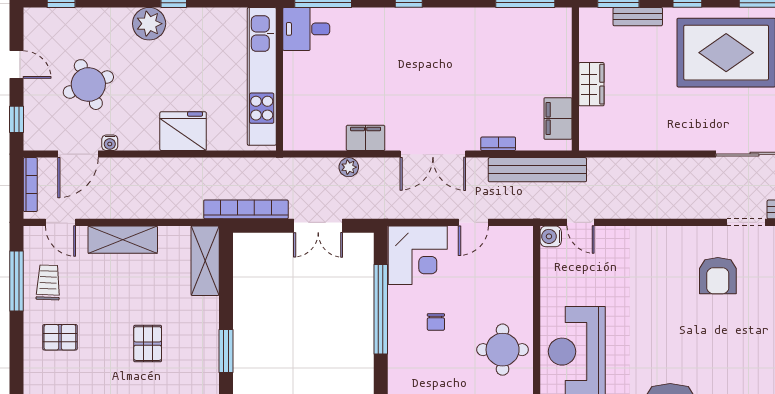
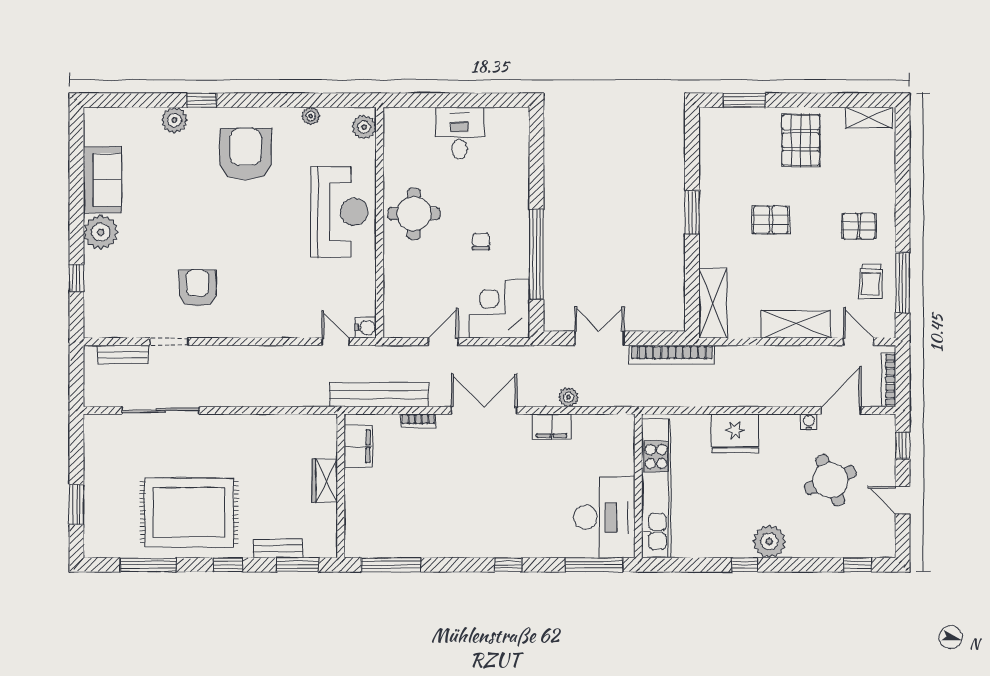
desk: (306, 29) -> (604, 517), width x1.87, depth x1.30
pallet: (148, 344) -> (771, 220), turned 90

